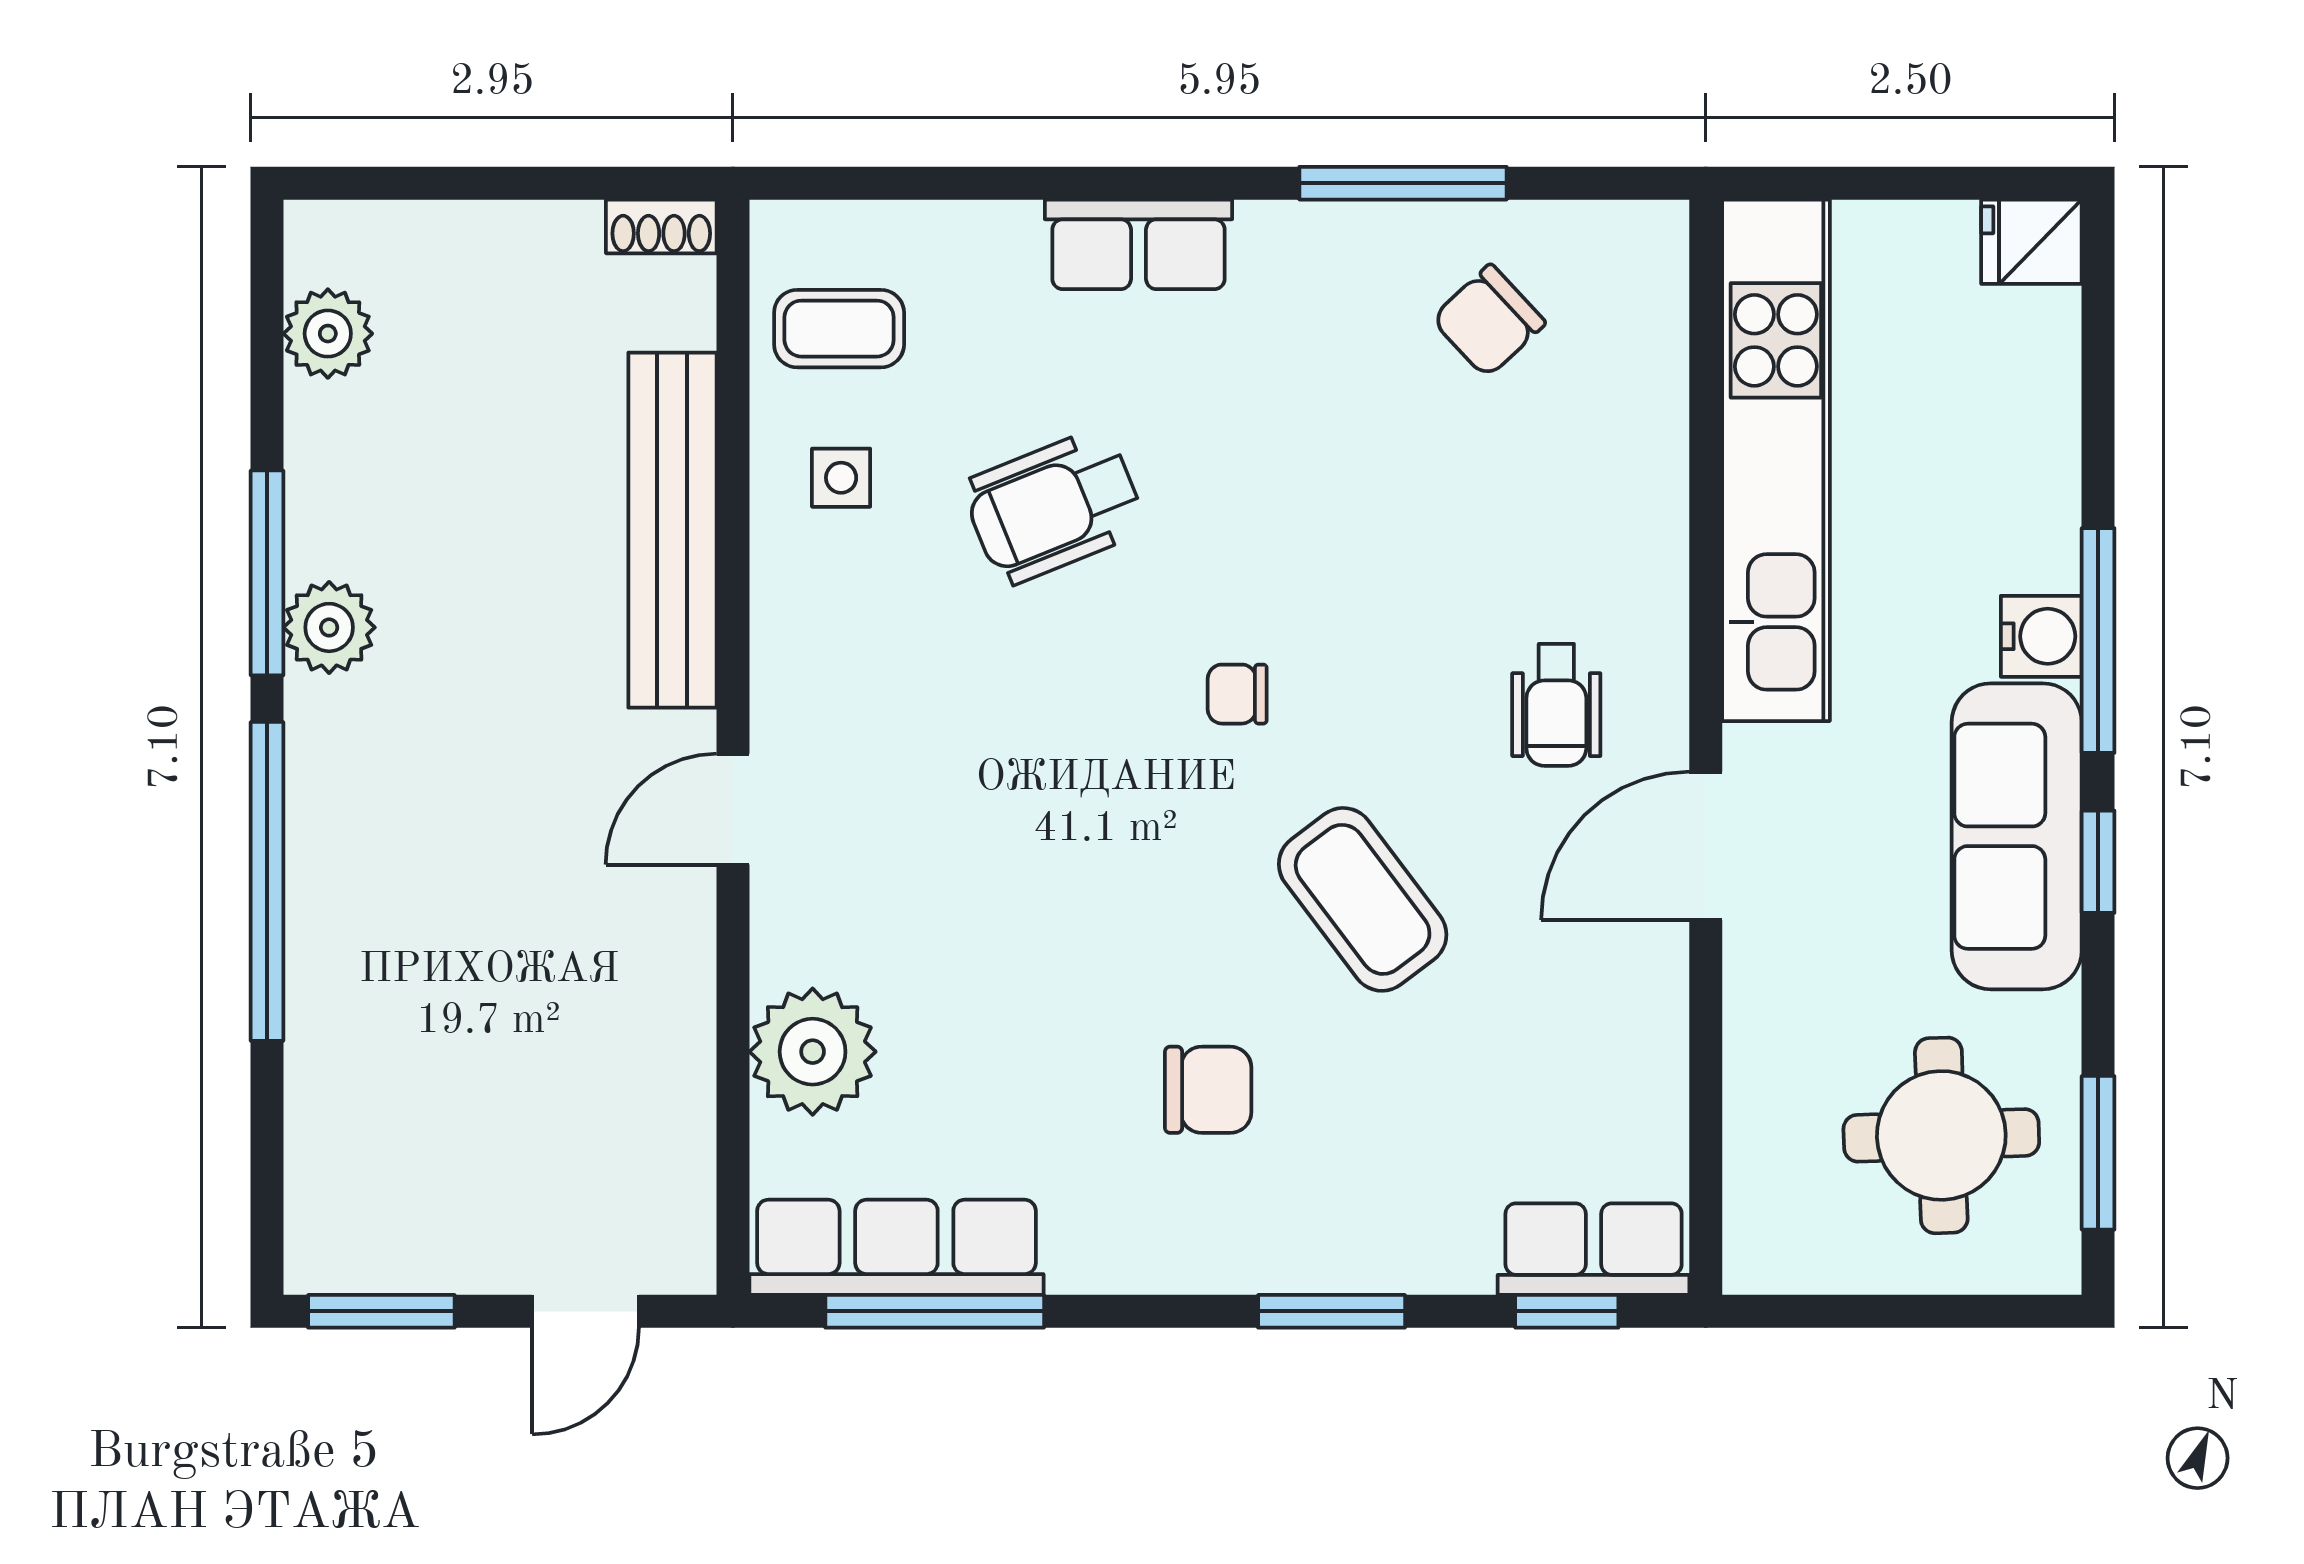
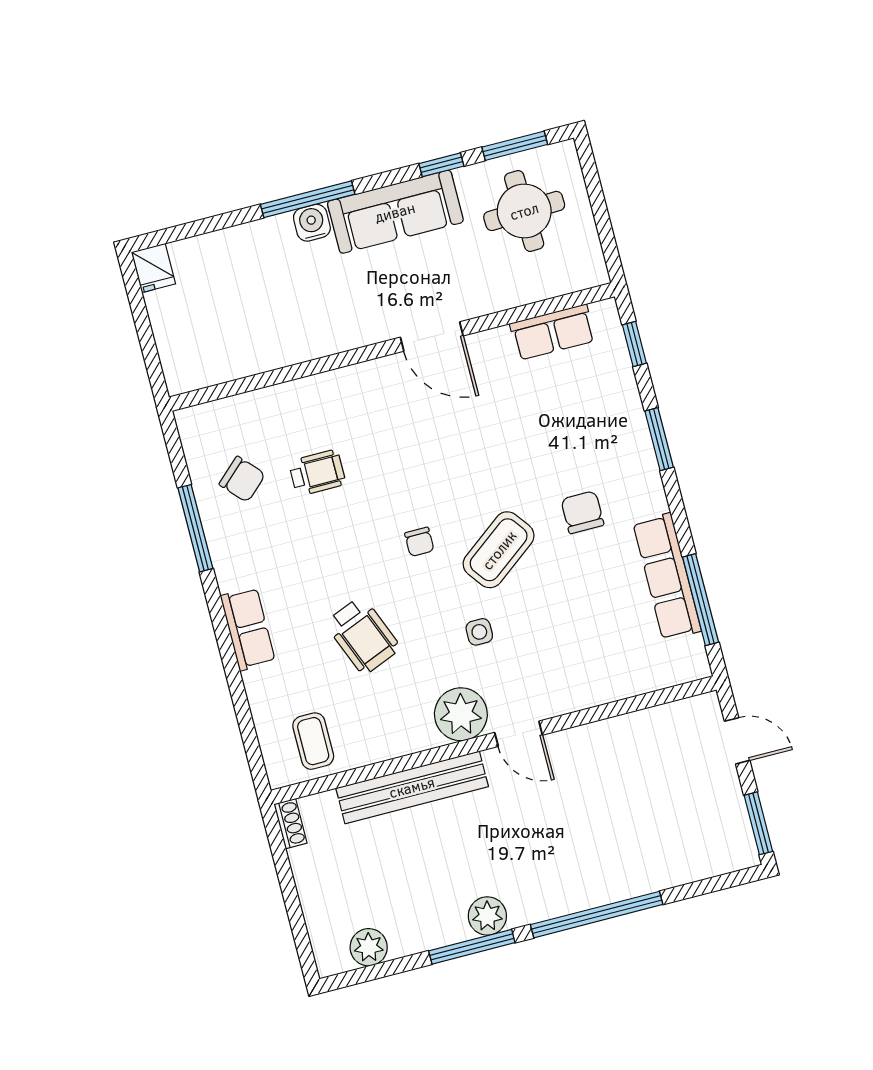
kitchen unit: (1776, 460) -> (268, 348), removed
side table: (841, 478) -> (479, 632), moved
wheelchair: (1556, 705) -> (317, 473), moved
window: (2098, 862) -> (441, 165), moved
coffee table: (1363, 899) -> (499, 550), moved
plant: (813, 1052) -> (461, 714), moved
row of seats: (896, 1247) -> (667, 577), moved
row of seats: (1594, 1249) -> (553, 332), moved, turned -90

